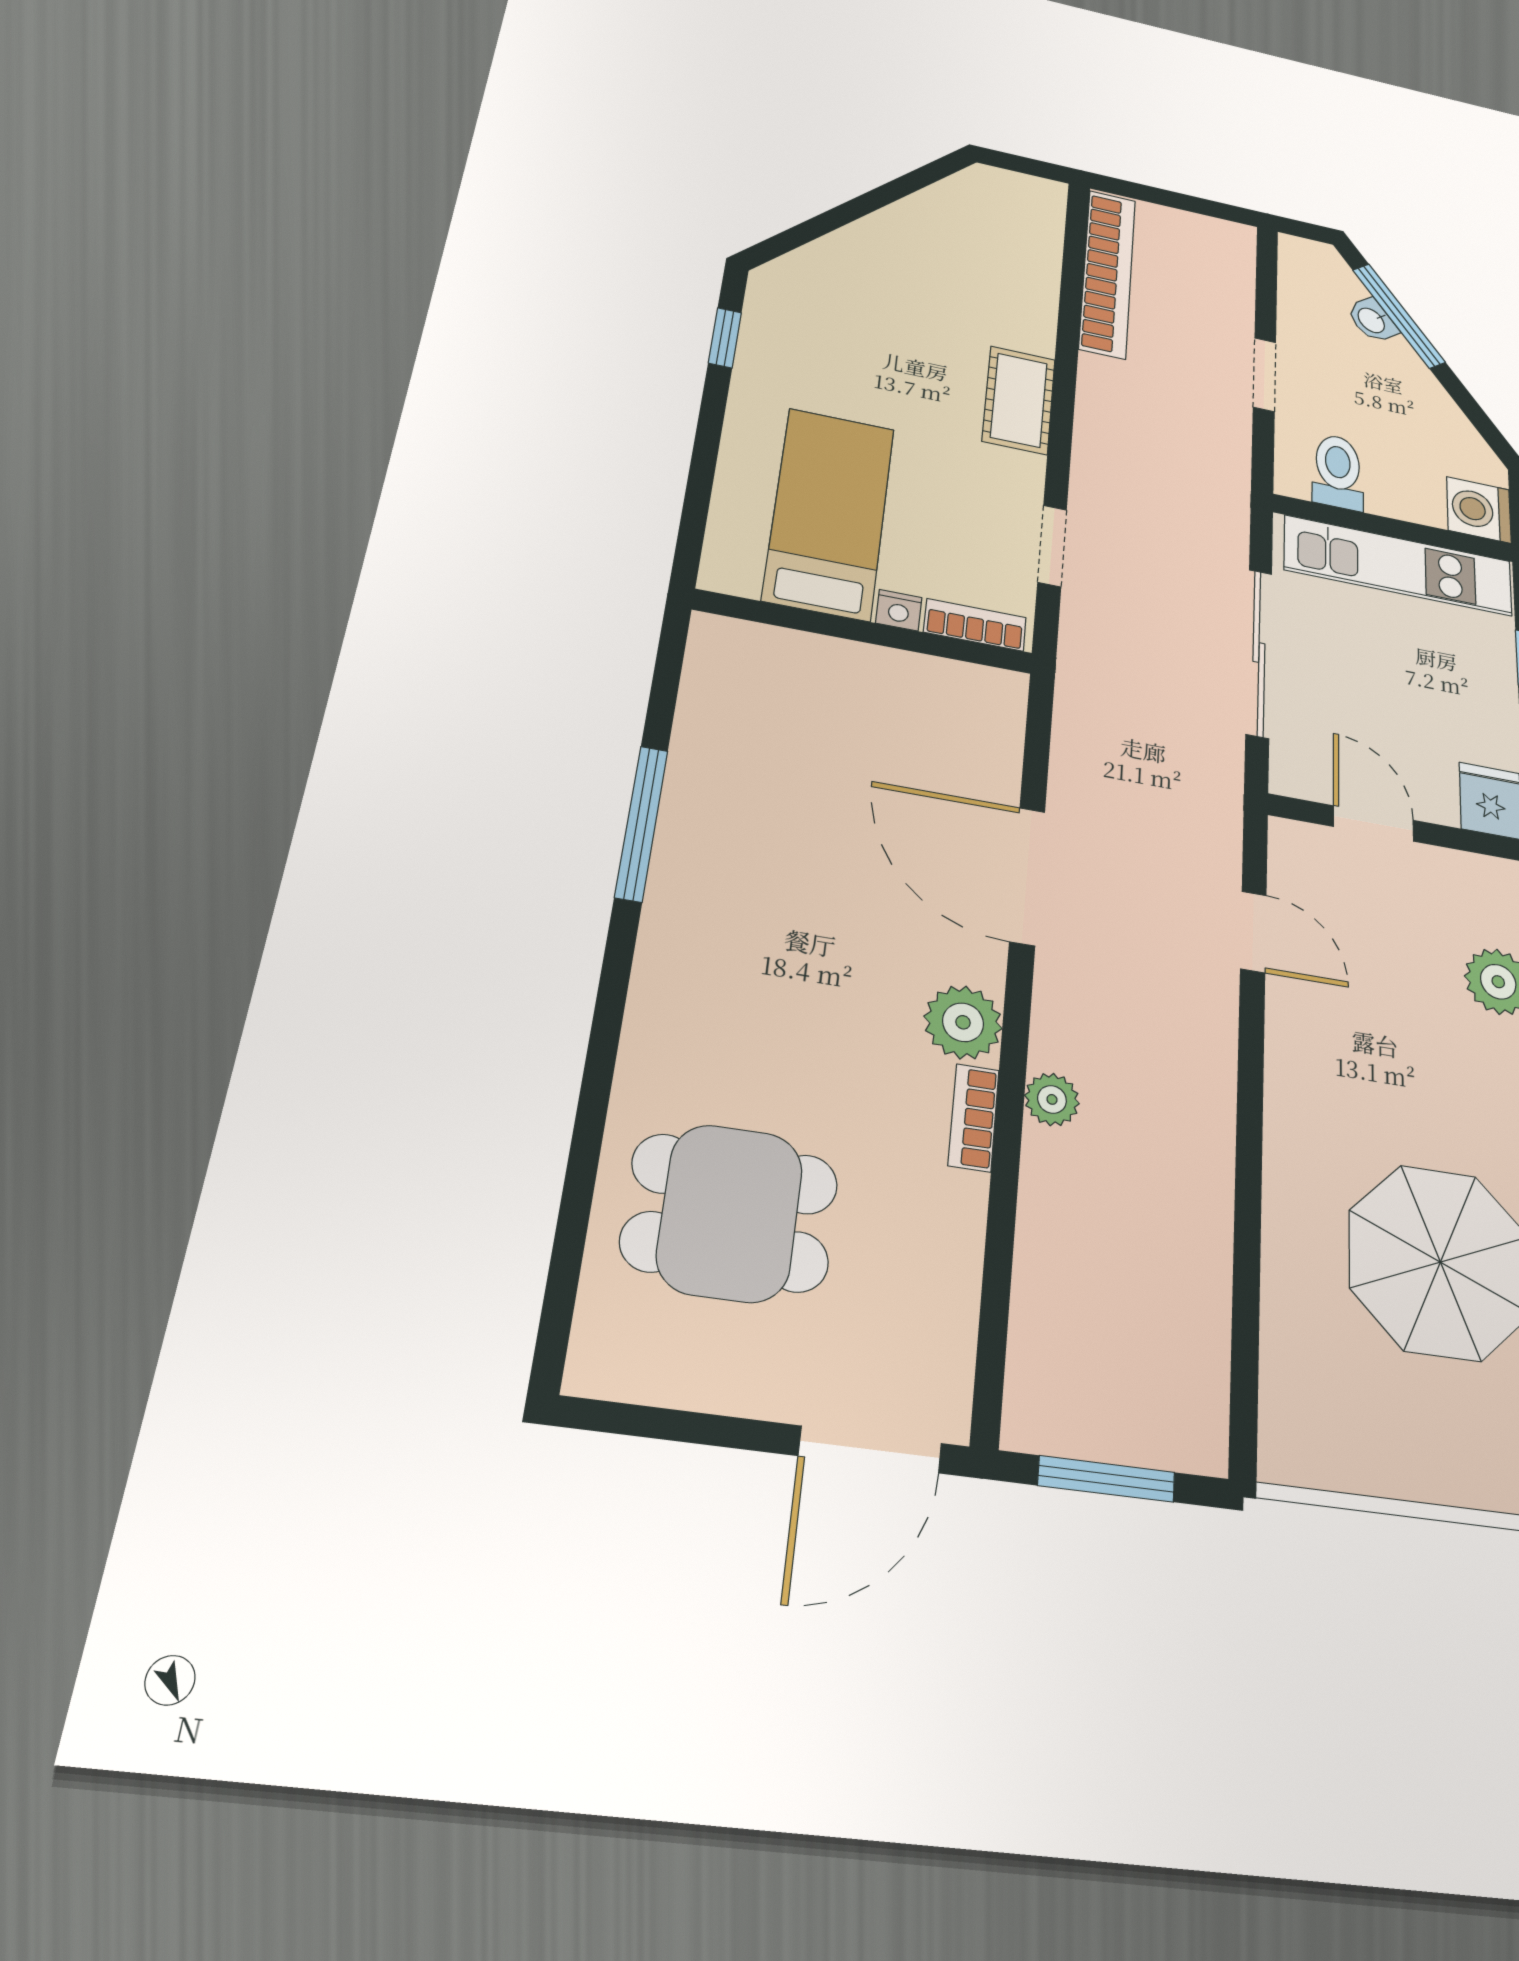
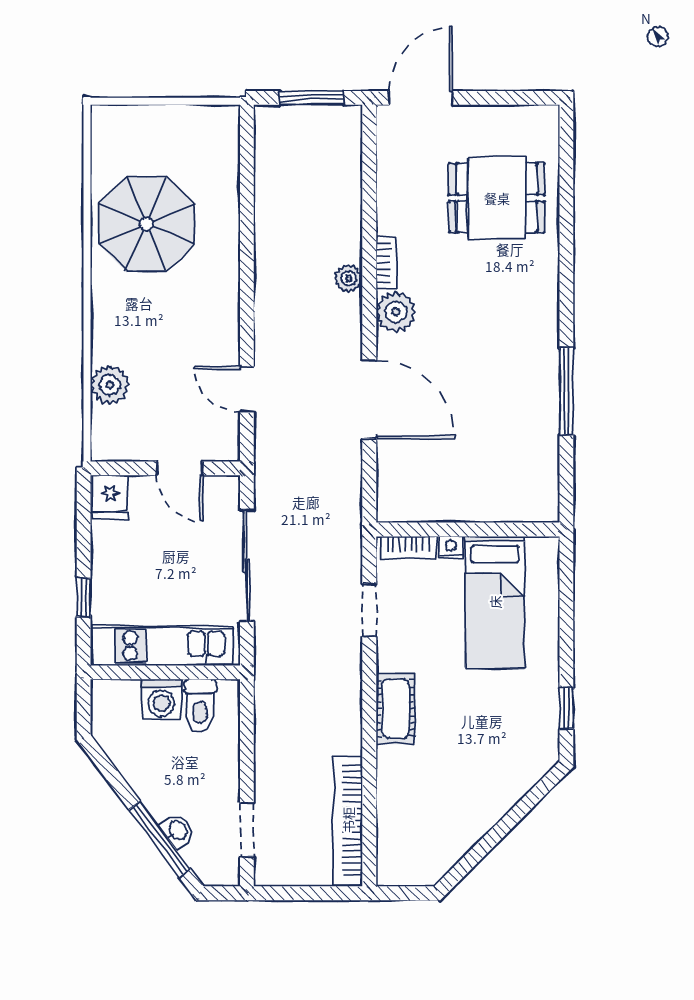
doorway: (1264, 375) -> (247, 830), moved
washing machine: (1479, 510) -> (161, 699), moved, turned 90

